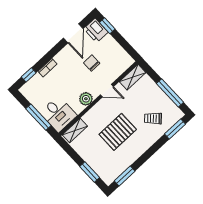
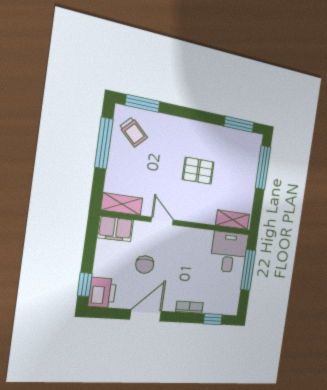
door: (73, 33) -> (146, 315), moved
filing cabinet: (123, 64) -> (115, 229), added
plant: (86, 99) -> (190, 237), removed
trolley: (153, 118) -> (133, 132), moved
pallet: (118, 132) -> (198, 171), width x0.67, depth x0.71
window: (90, 172) -> (263, 167), width x1.44

